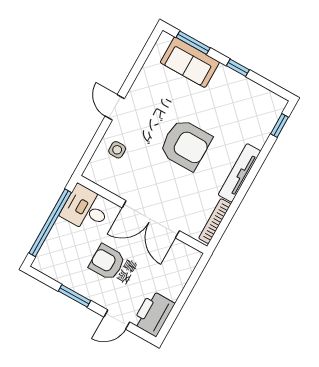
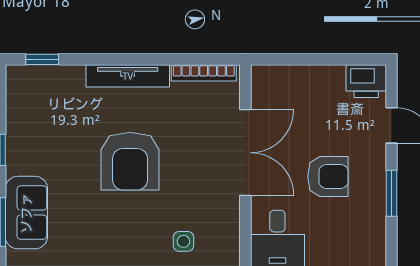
armchair: (186, 145) -> (130, 161), turned 180
armchair: (107, 262) -> (328, 176), turned -90
printer: (154, 313) -> (366, 81), width x0.73, depth x0.84

